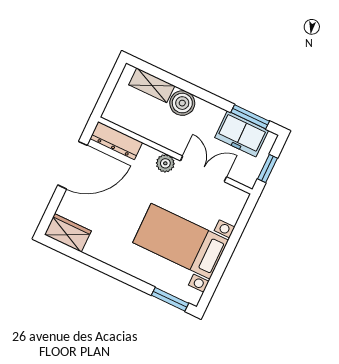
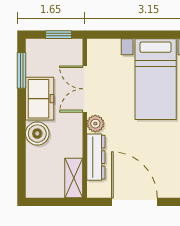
shelving: (152, 85) -> (74, 178), moved
freezer: (242, 134) -> (40, 99), moved
dresser: (116, 141) -> (96, 157), moved

